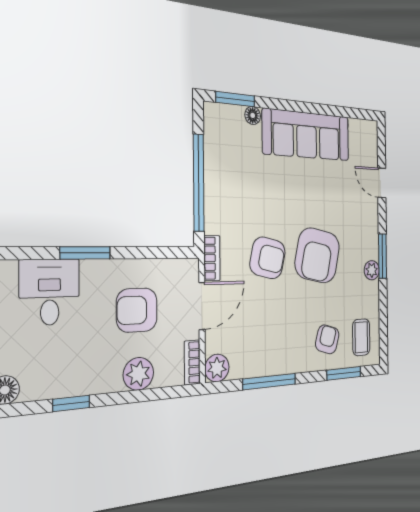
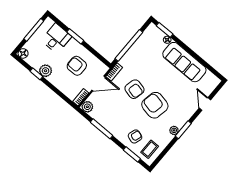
armchair: (317, 255) -> (155, 105), turned 89
plant: (138, 374) -> (46, 71), moved

